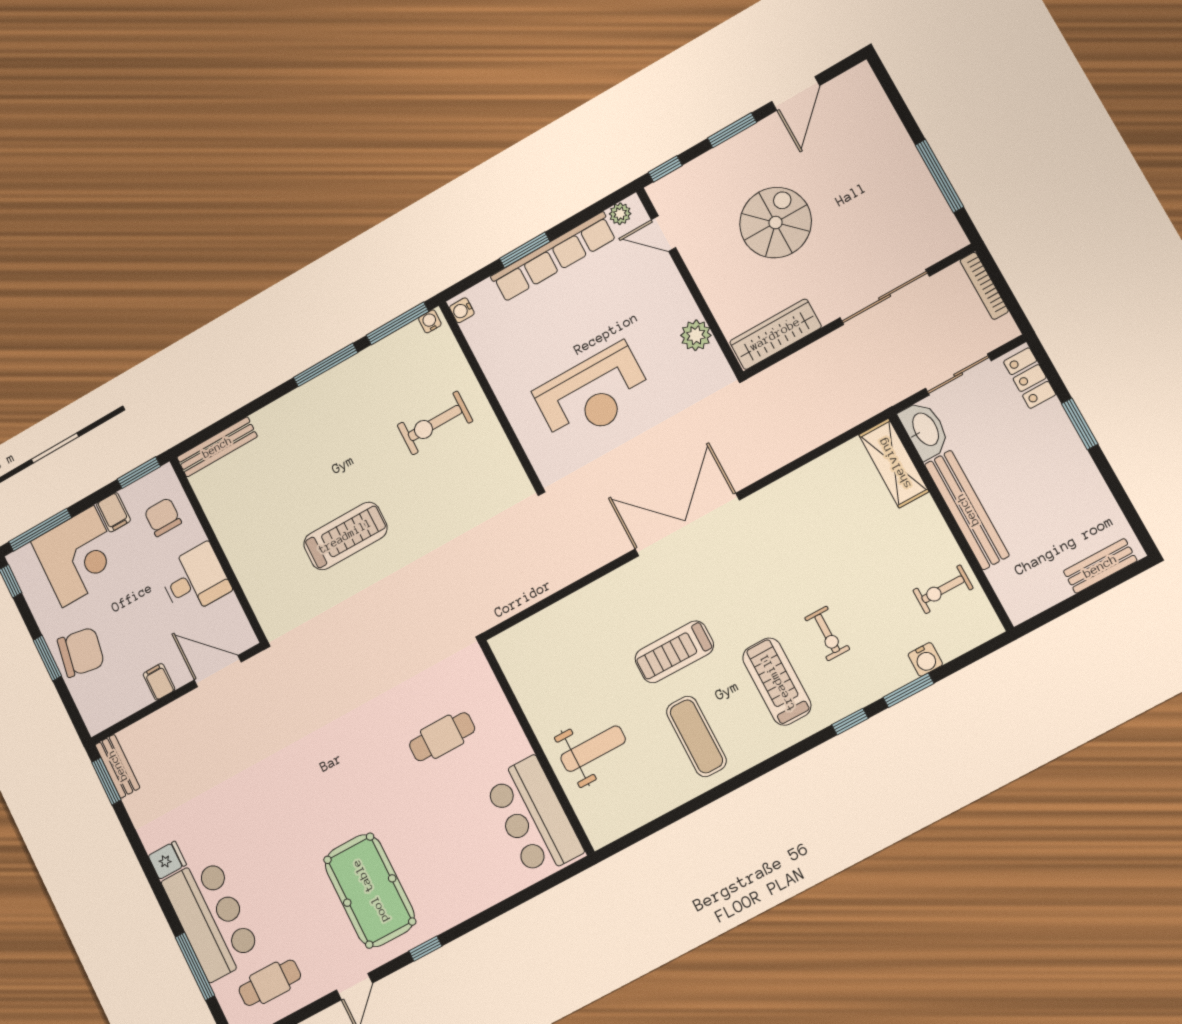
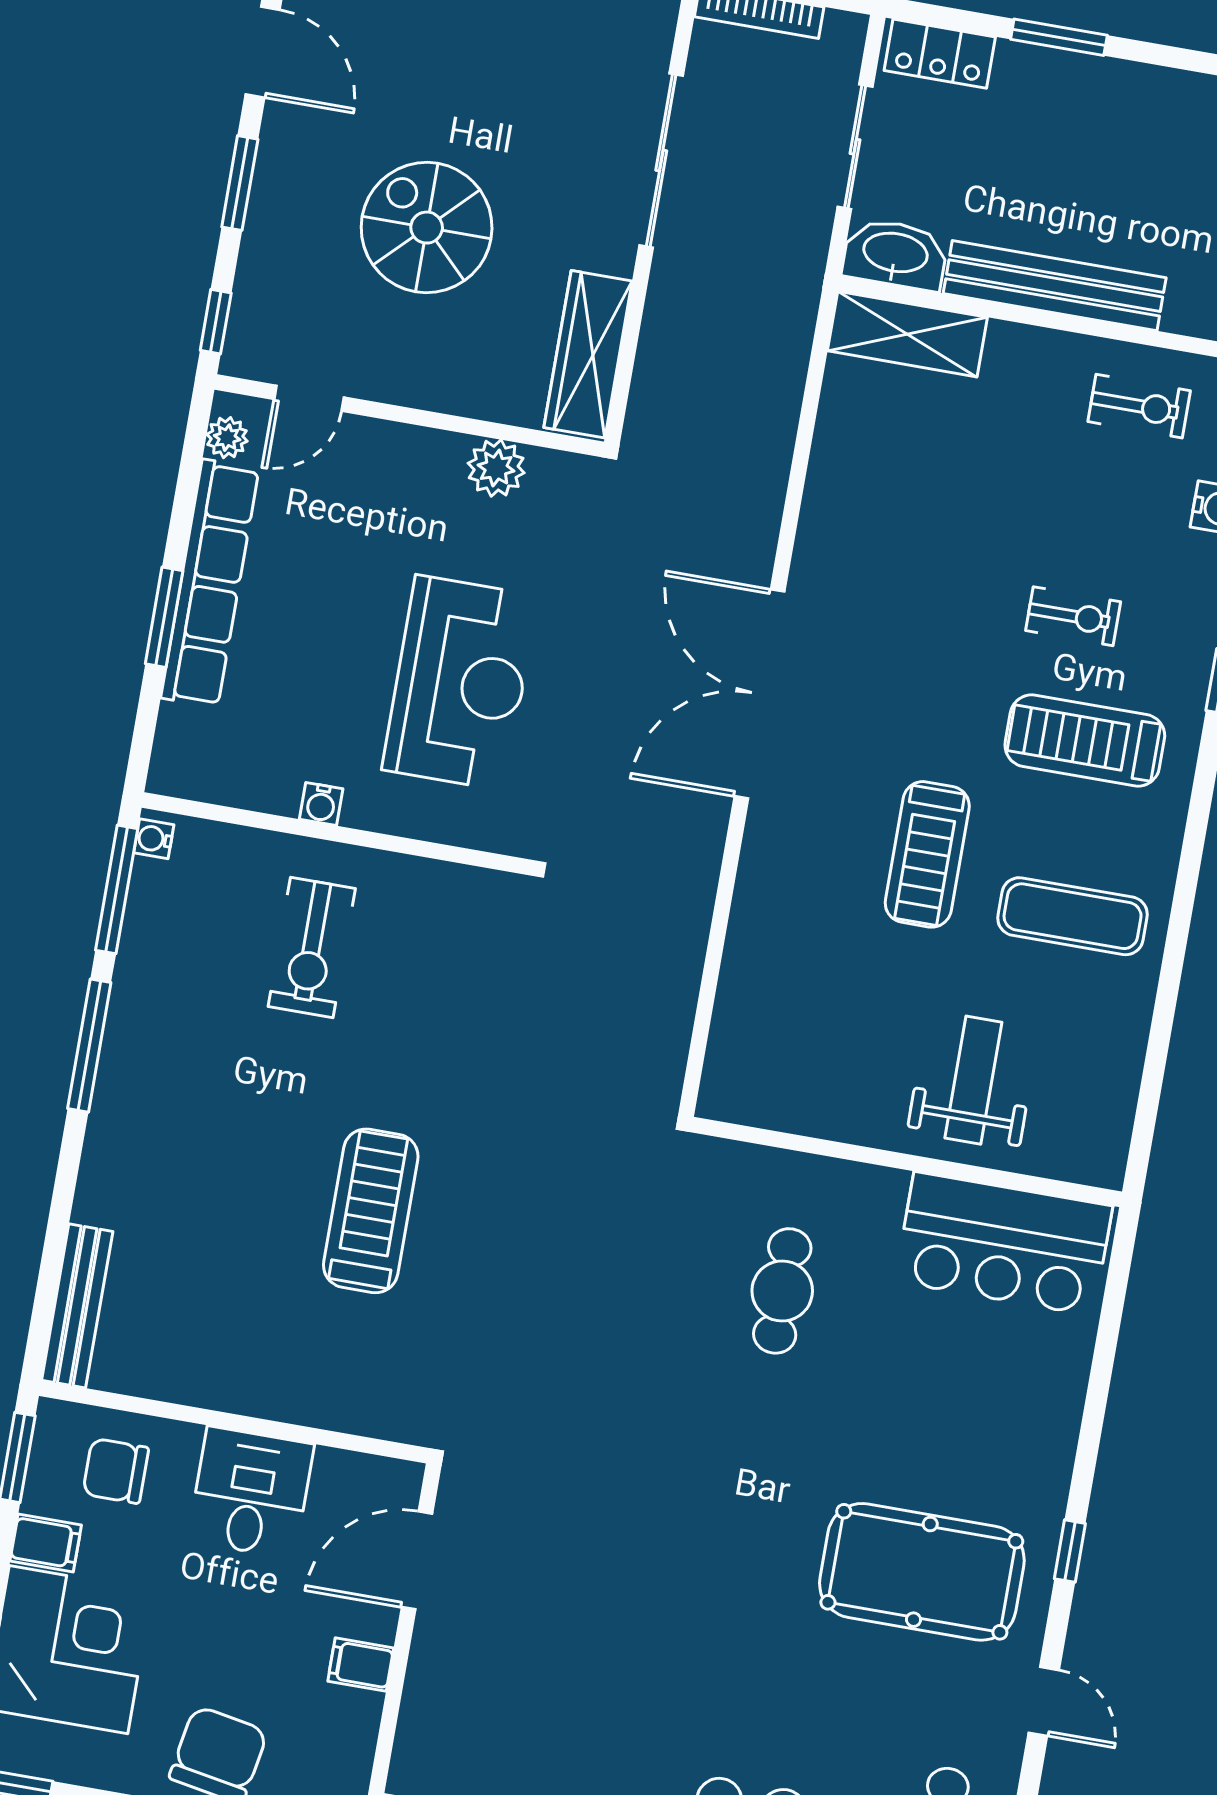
water cooler: (462, 310) -> (321, 804), moved
exercise bike: (943, 589) -> (1139, 406), turned -90

